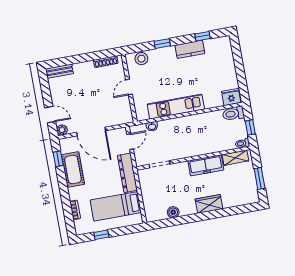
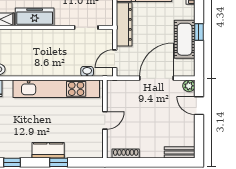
kitchen counter: (190, 49) -> (48, 150), moved
stool: (141, 59) -> (85, 150), removed
kitchen unit: (176, 107) -> (56, 89), width x1.36
door: (91, 132) -> (156, 78), hinge flipped
window: (58, 159) -> (199, 32), moved

